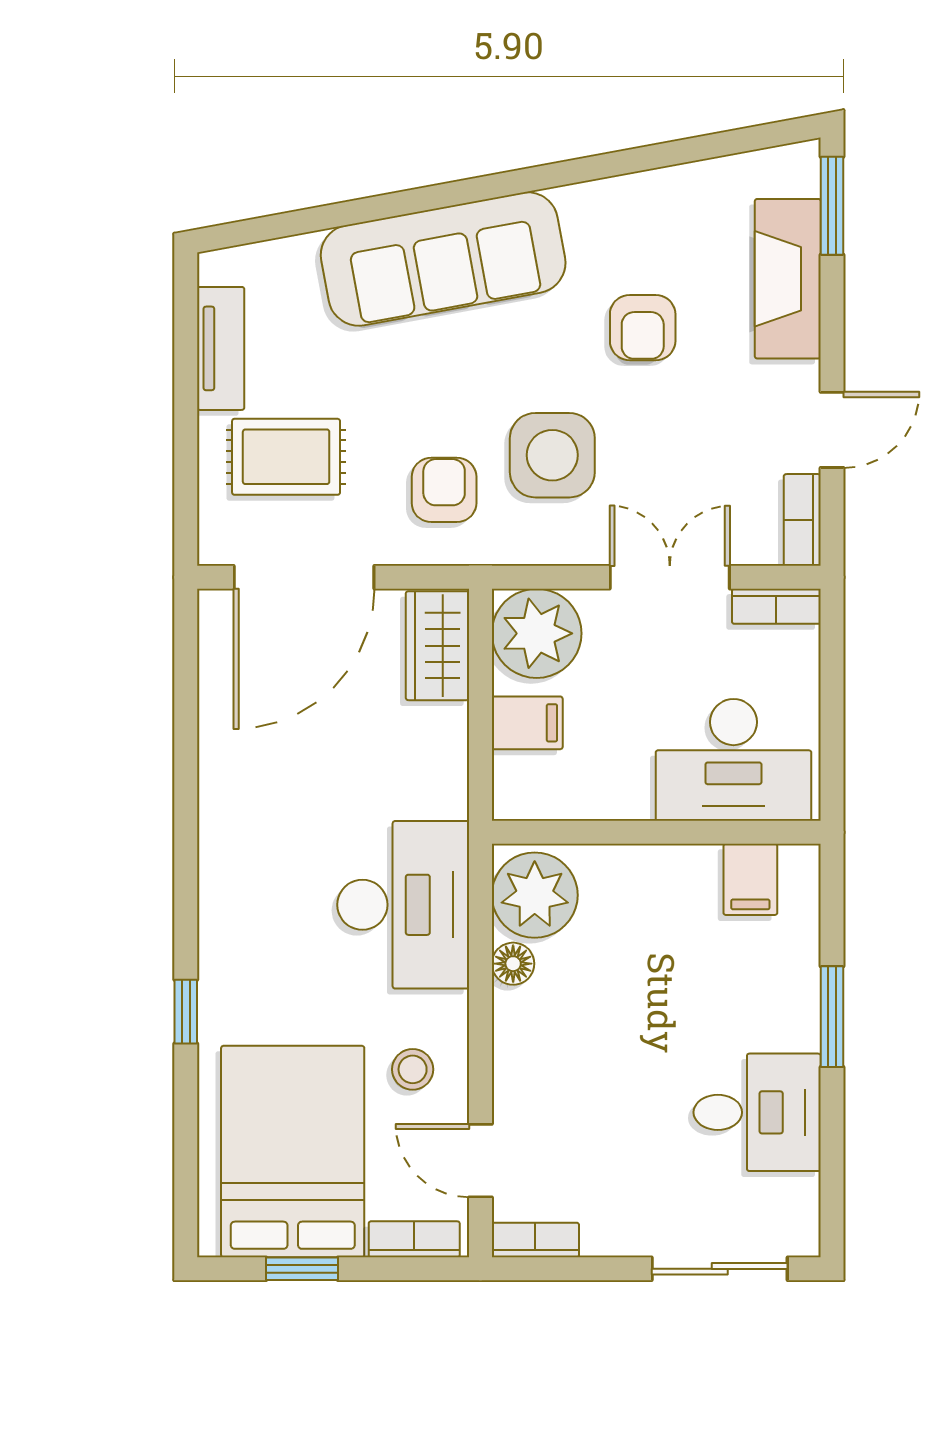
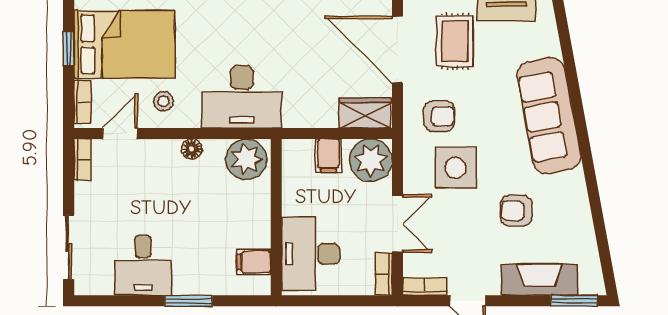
floor lamp: (513, 964) -> (192, 149), moved

